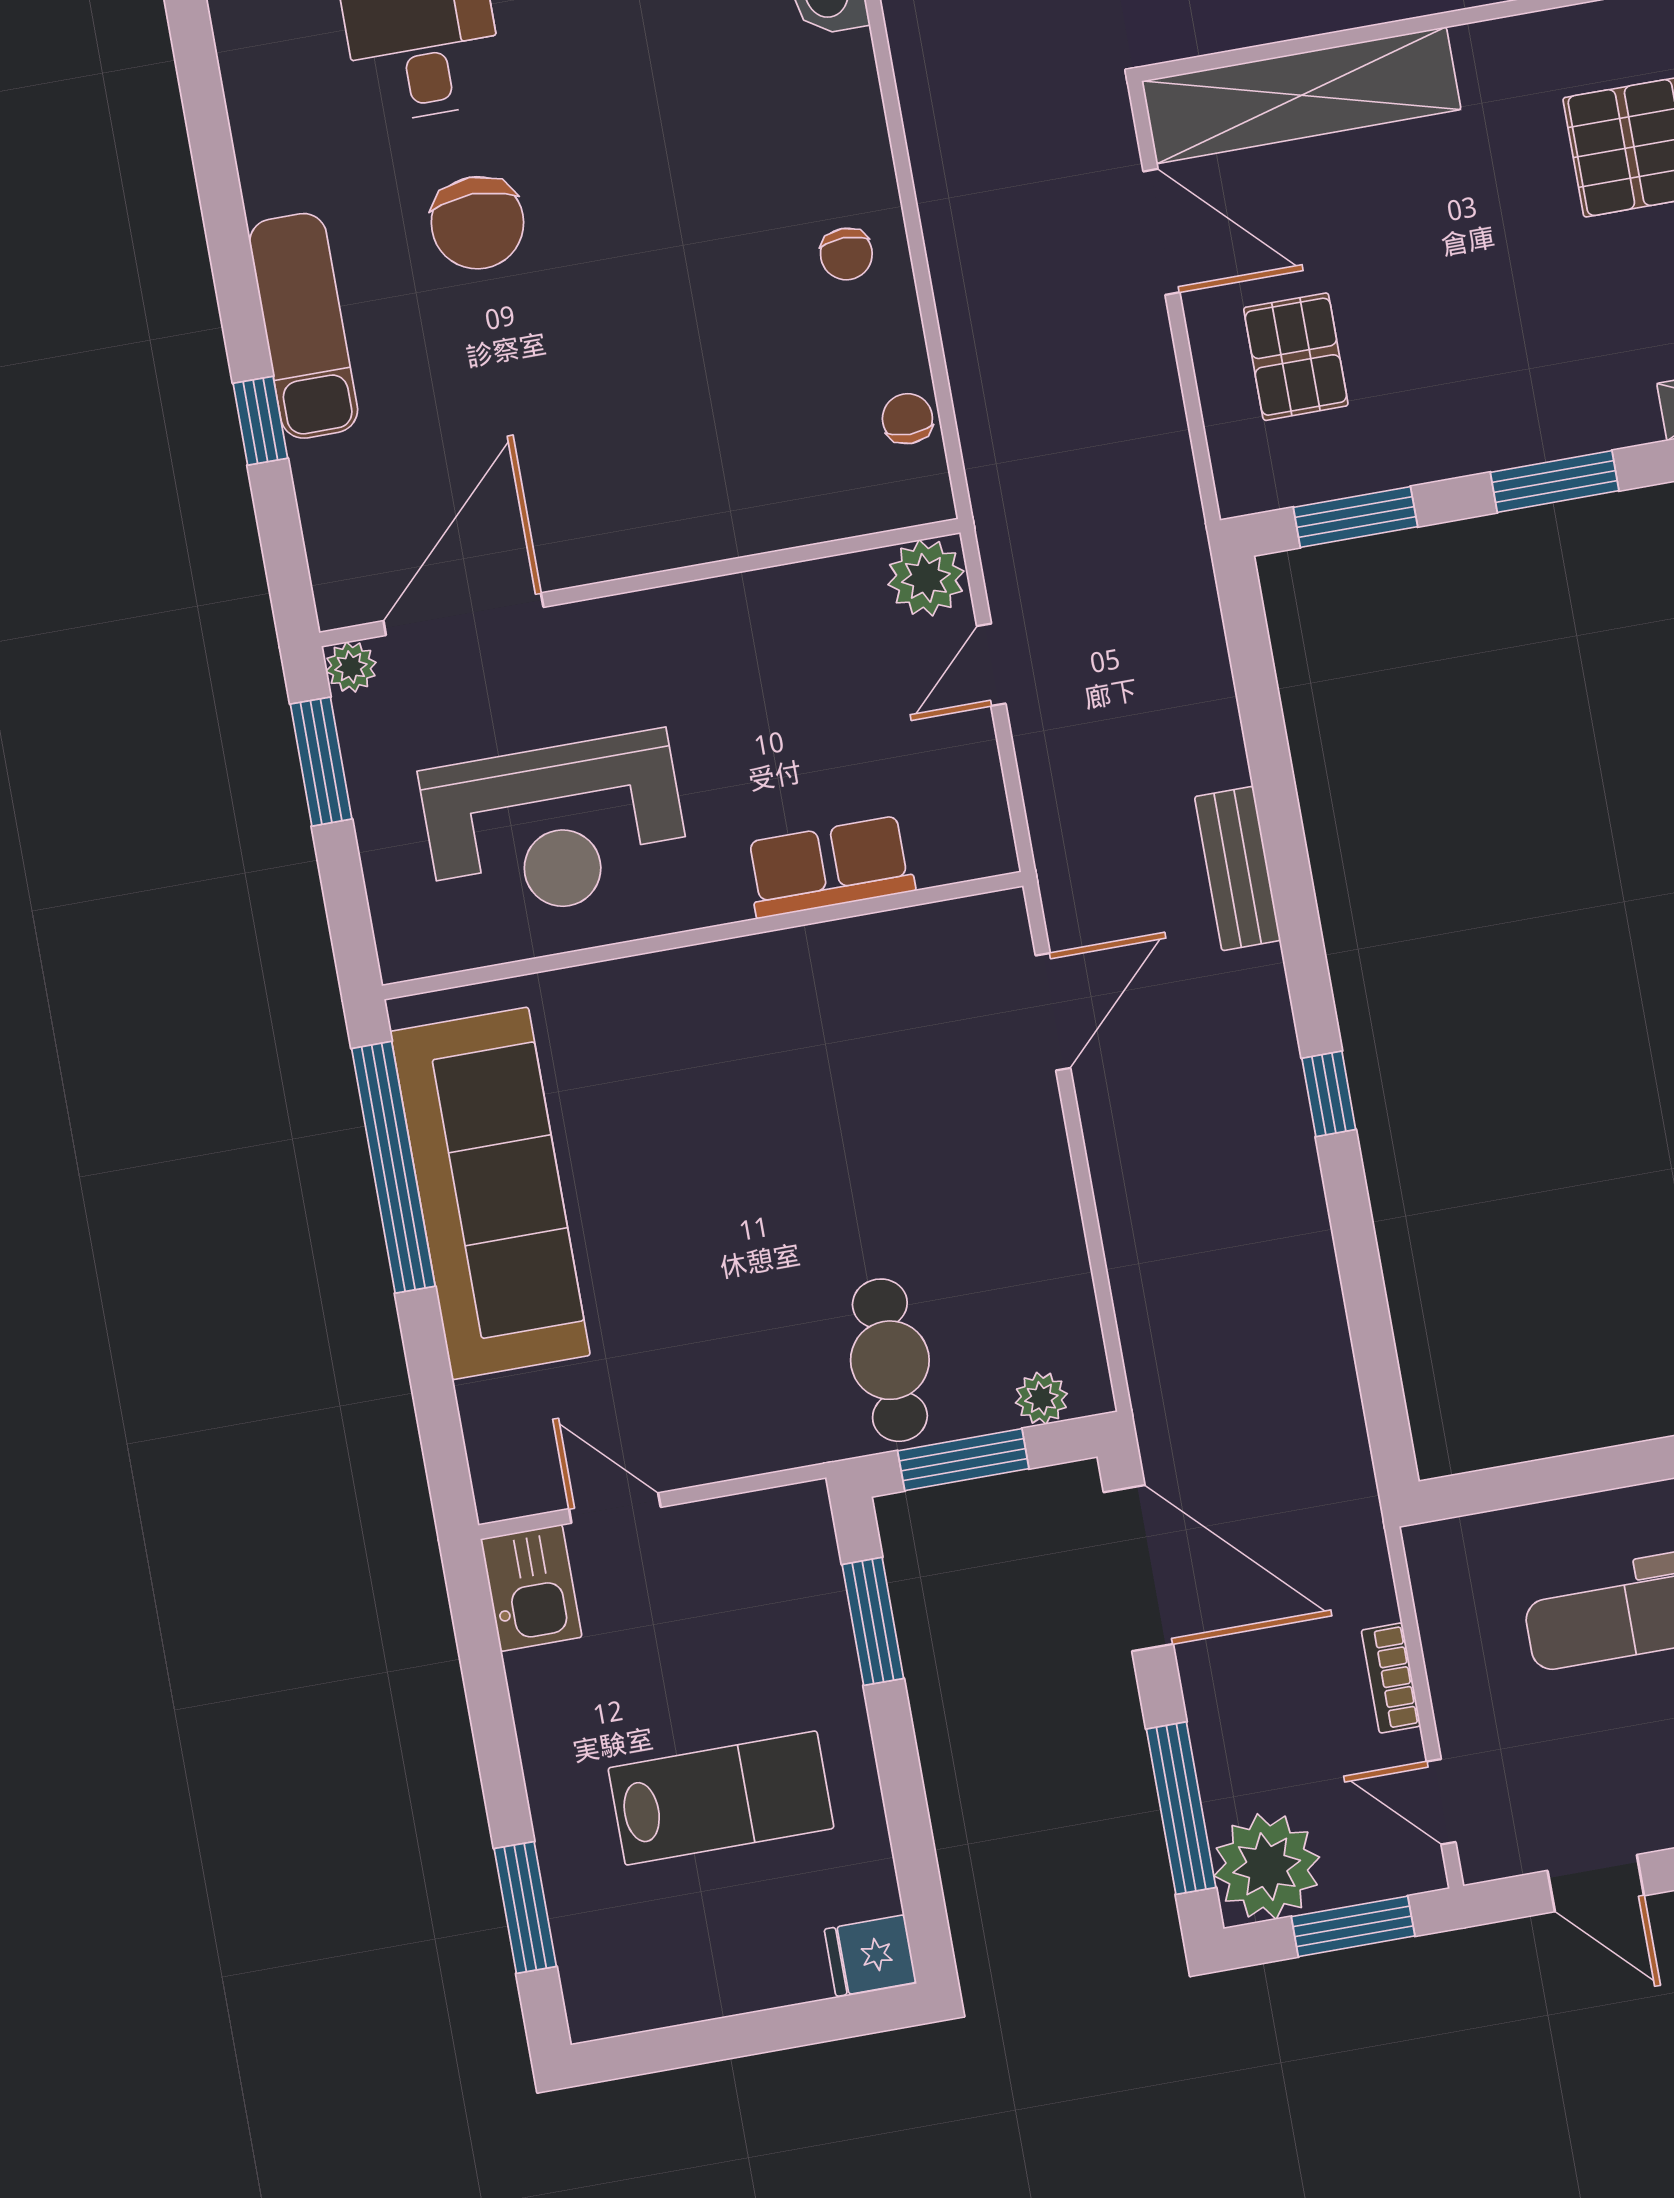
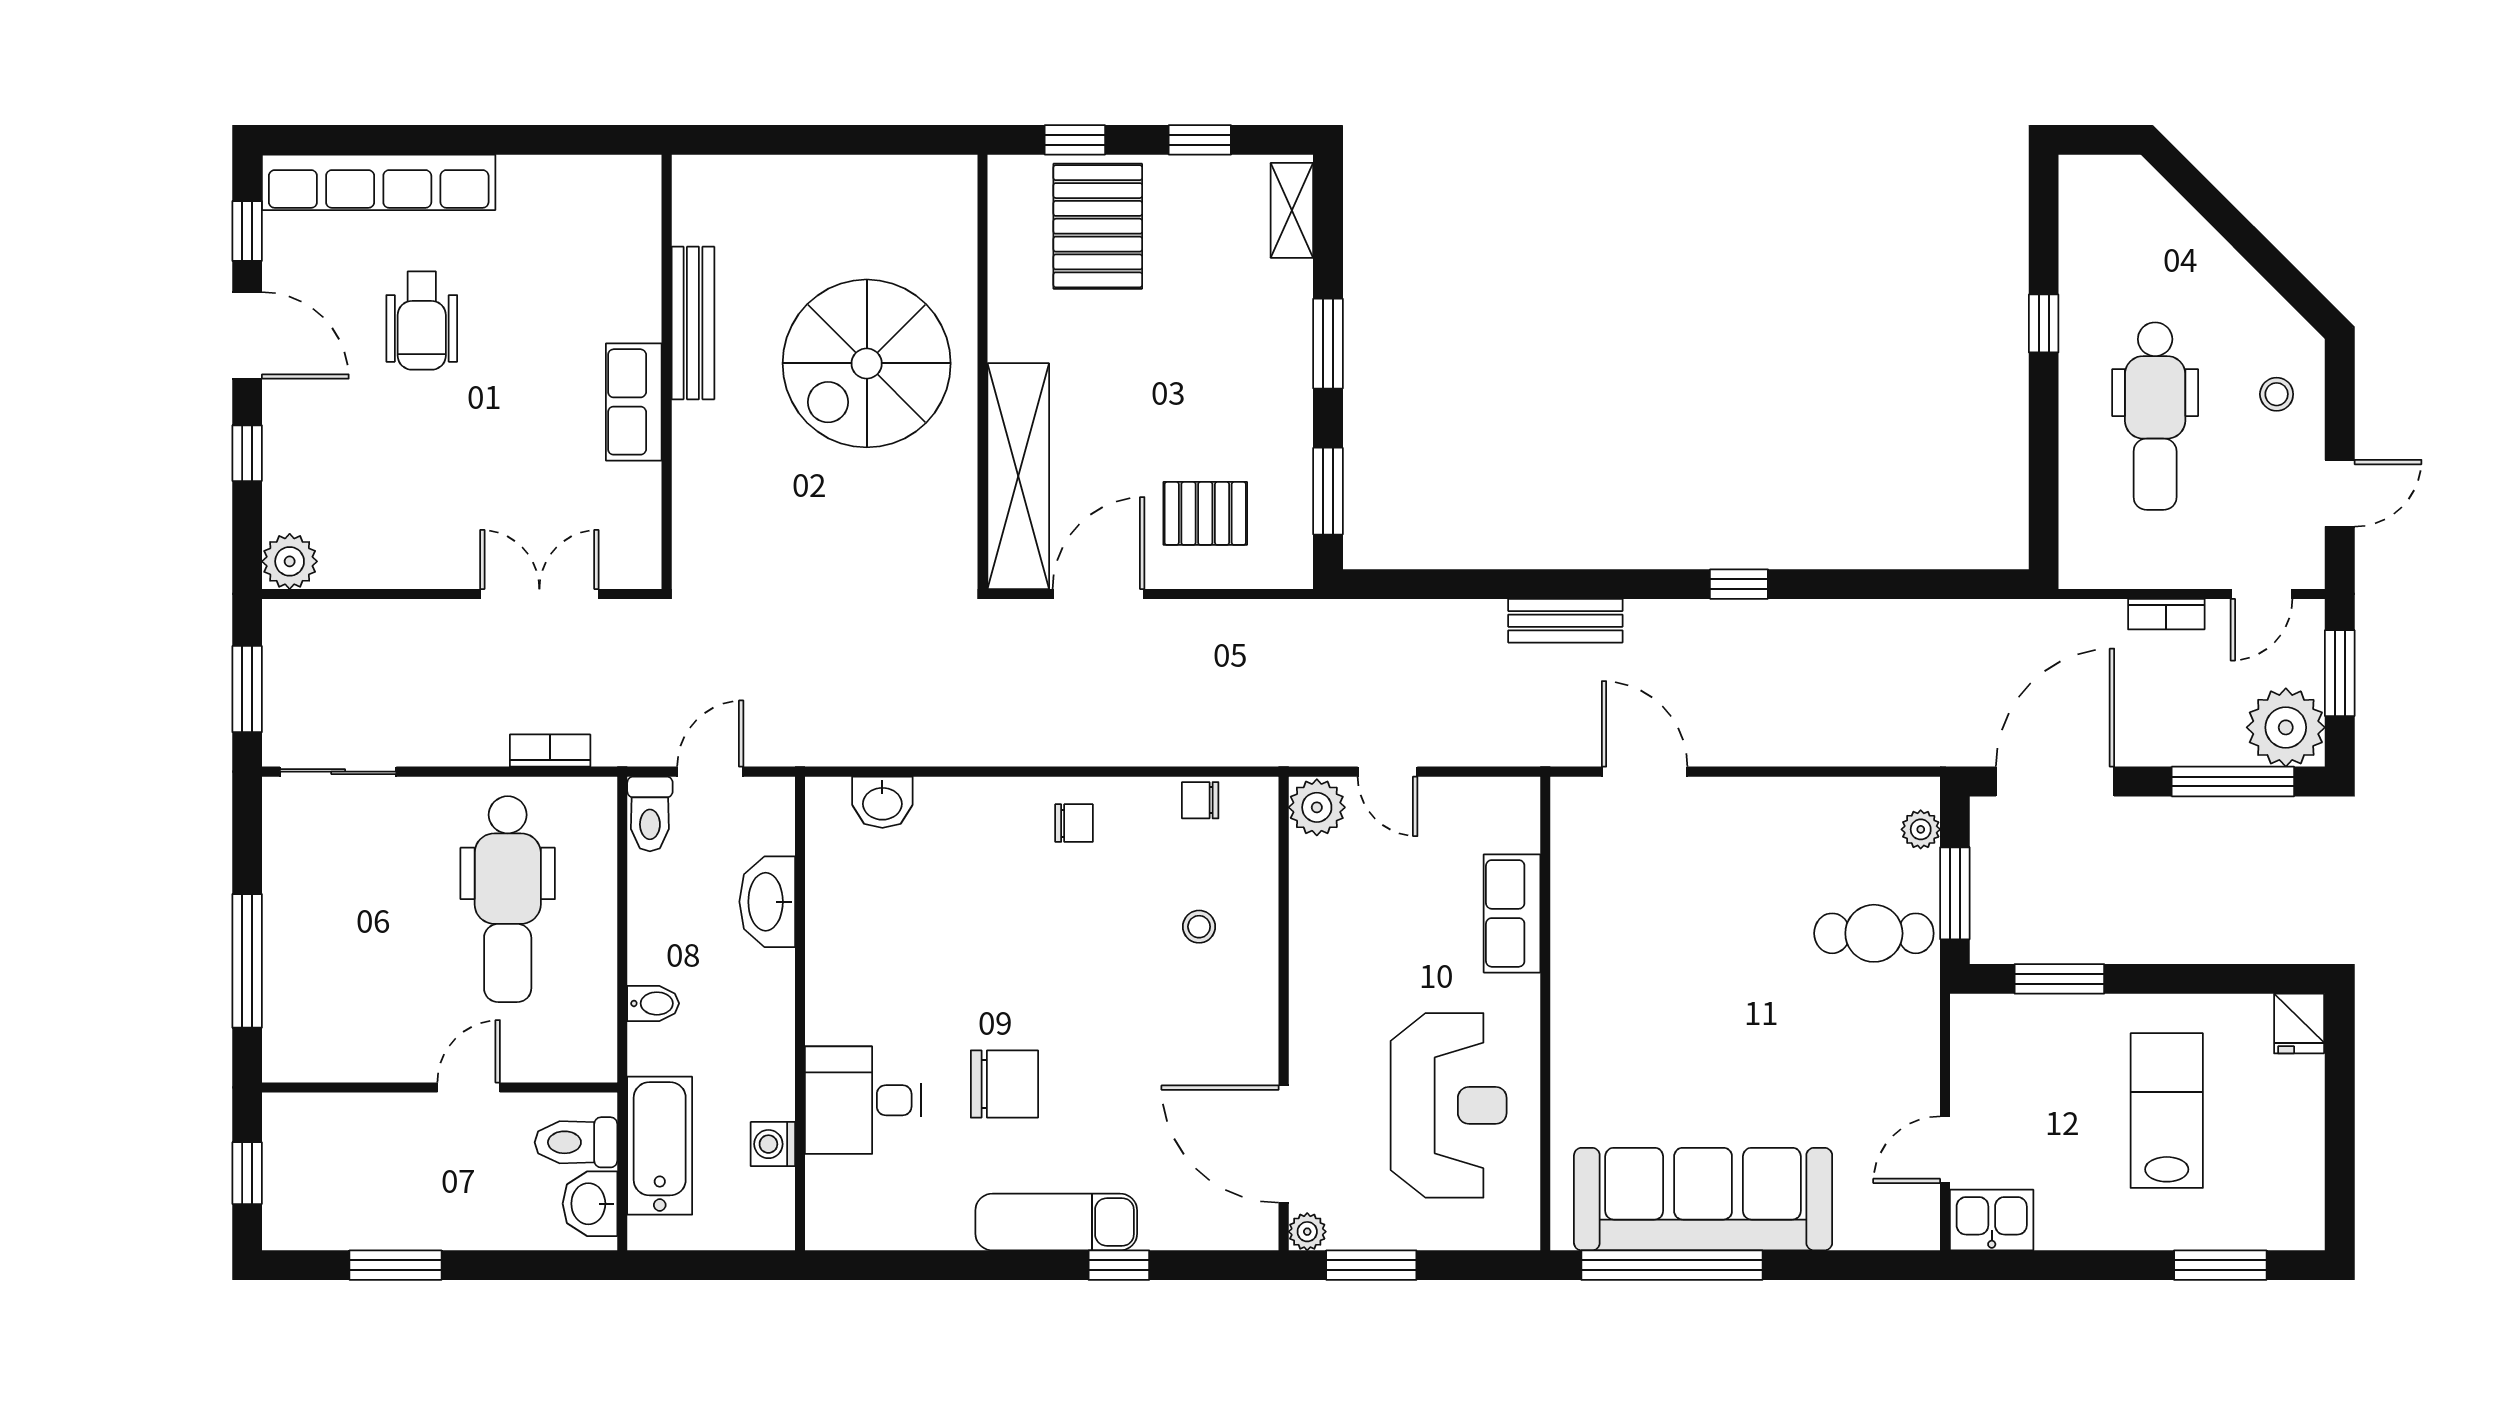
stool: (737, 448) -> (1199, 927), added

